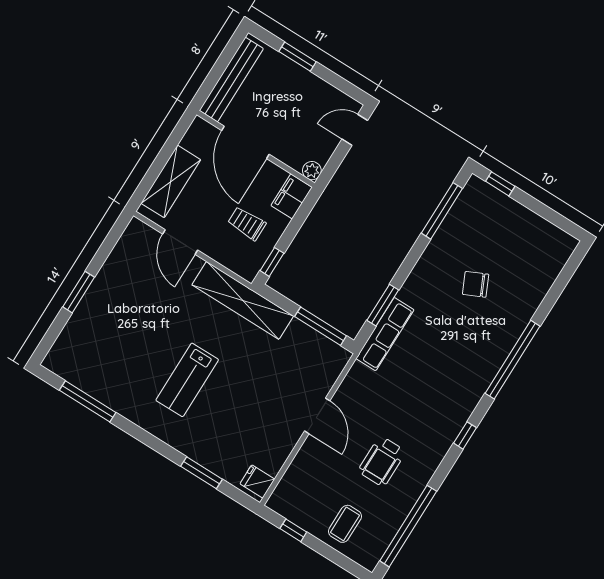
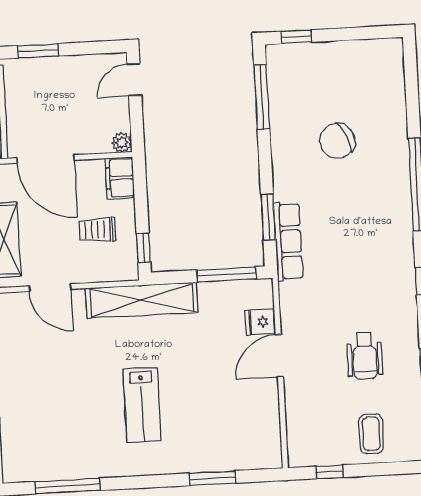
chair: (476, 284) -> (337, 141), width x1.37, depth x1.37
door: (317, 416) -> (279, 356), swing flipped
fridge: (257, 481) -> (260, 322), moved

